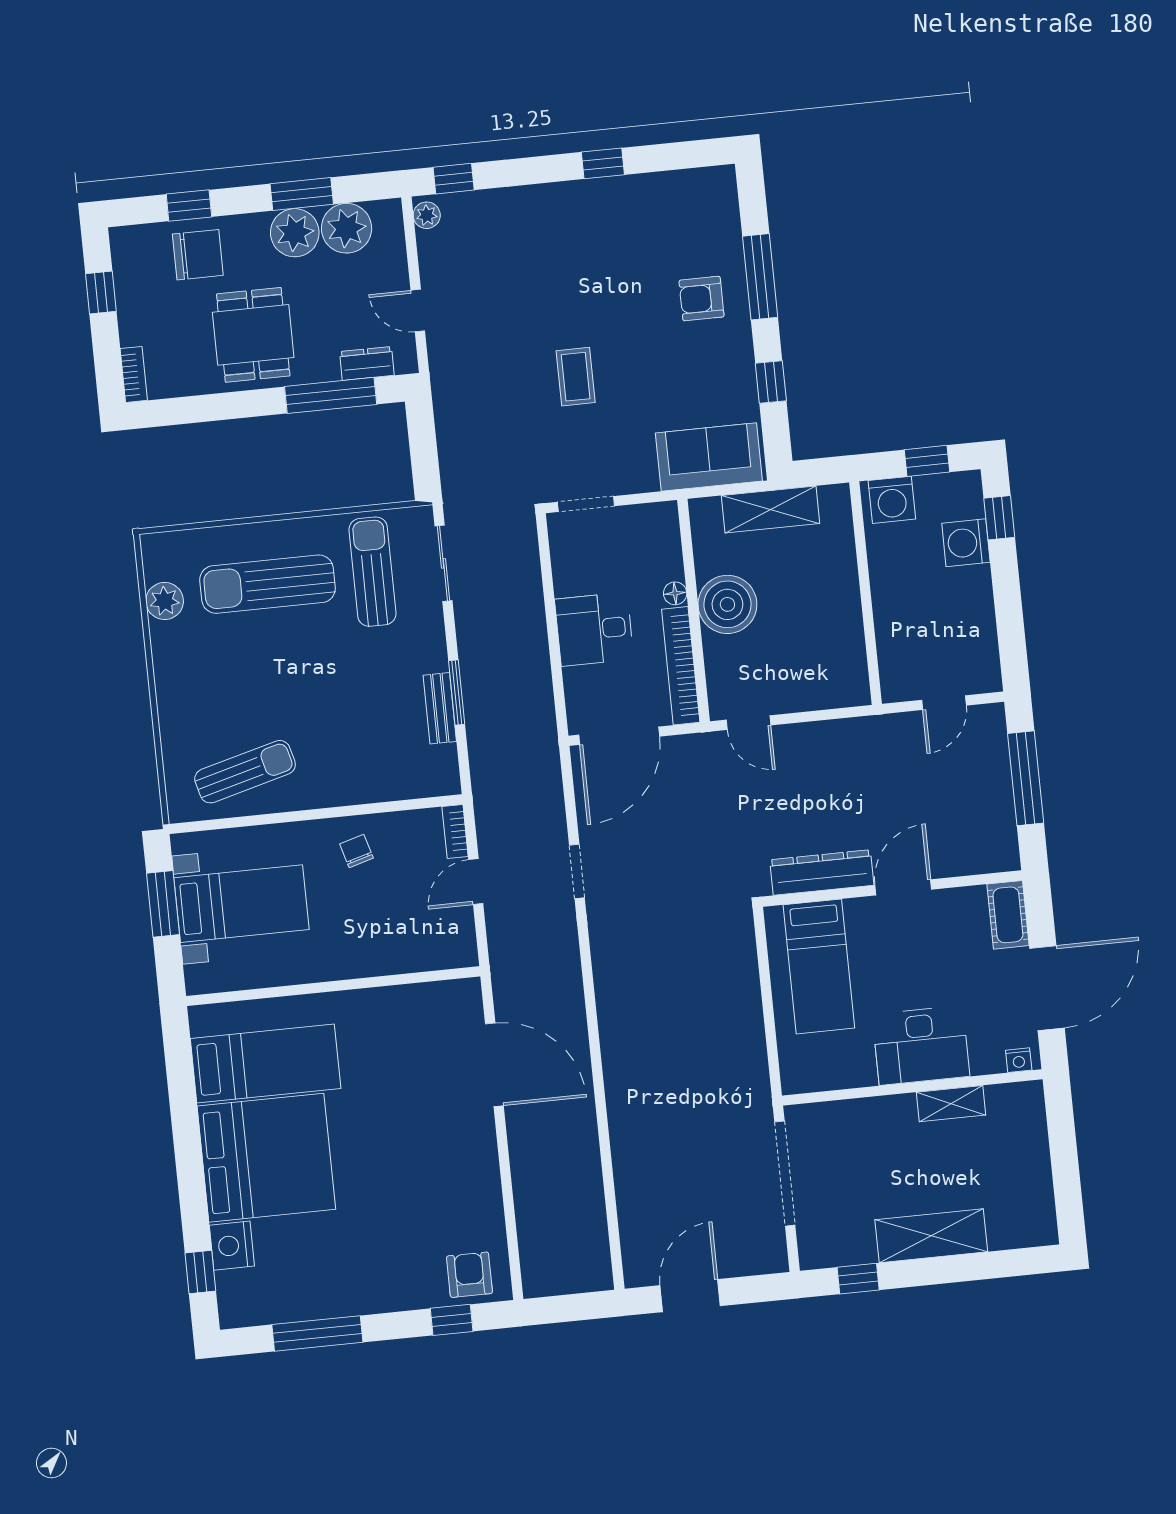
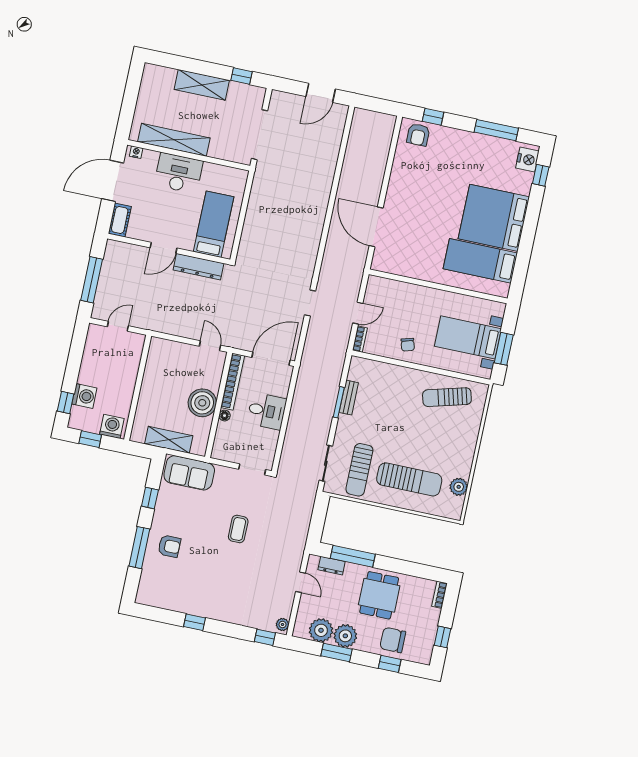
shelving: (951, 1104) -> (174, 140), width x2.20, depth x1.33
nightstand: (232, 1246) -> (527, 159), moved

